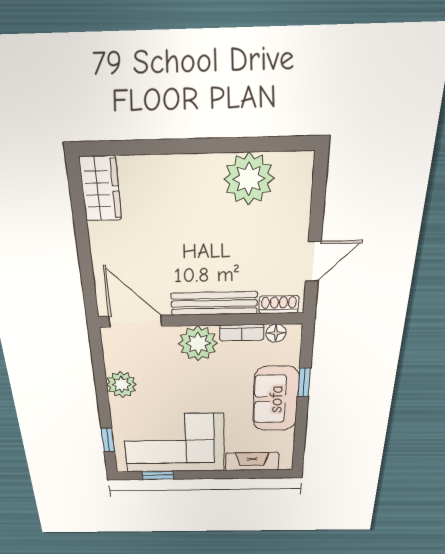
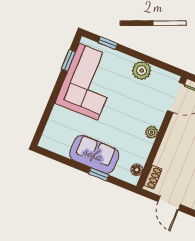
bench: (214, 303) -> (168, 144), removed
bookcase: (242, 333) -> (145, 152), removed
plant: (198, 343) -> (152, 132), width x0.53, depth x0.53
fireplace: (252, 461) -> (54, 123), removed

